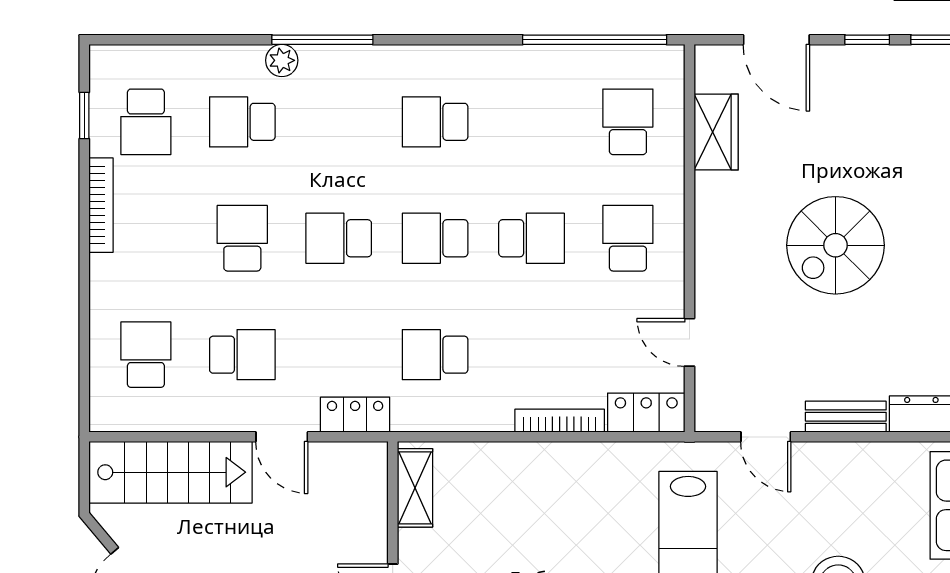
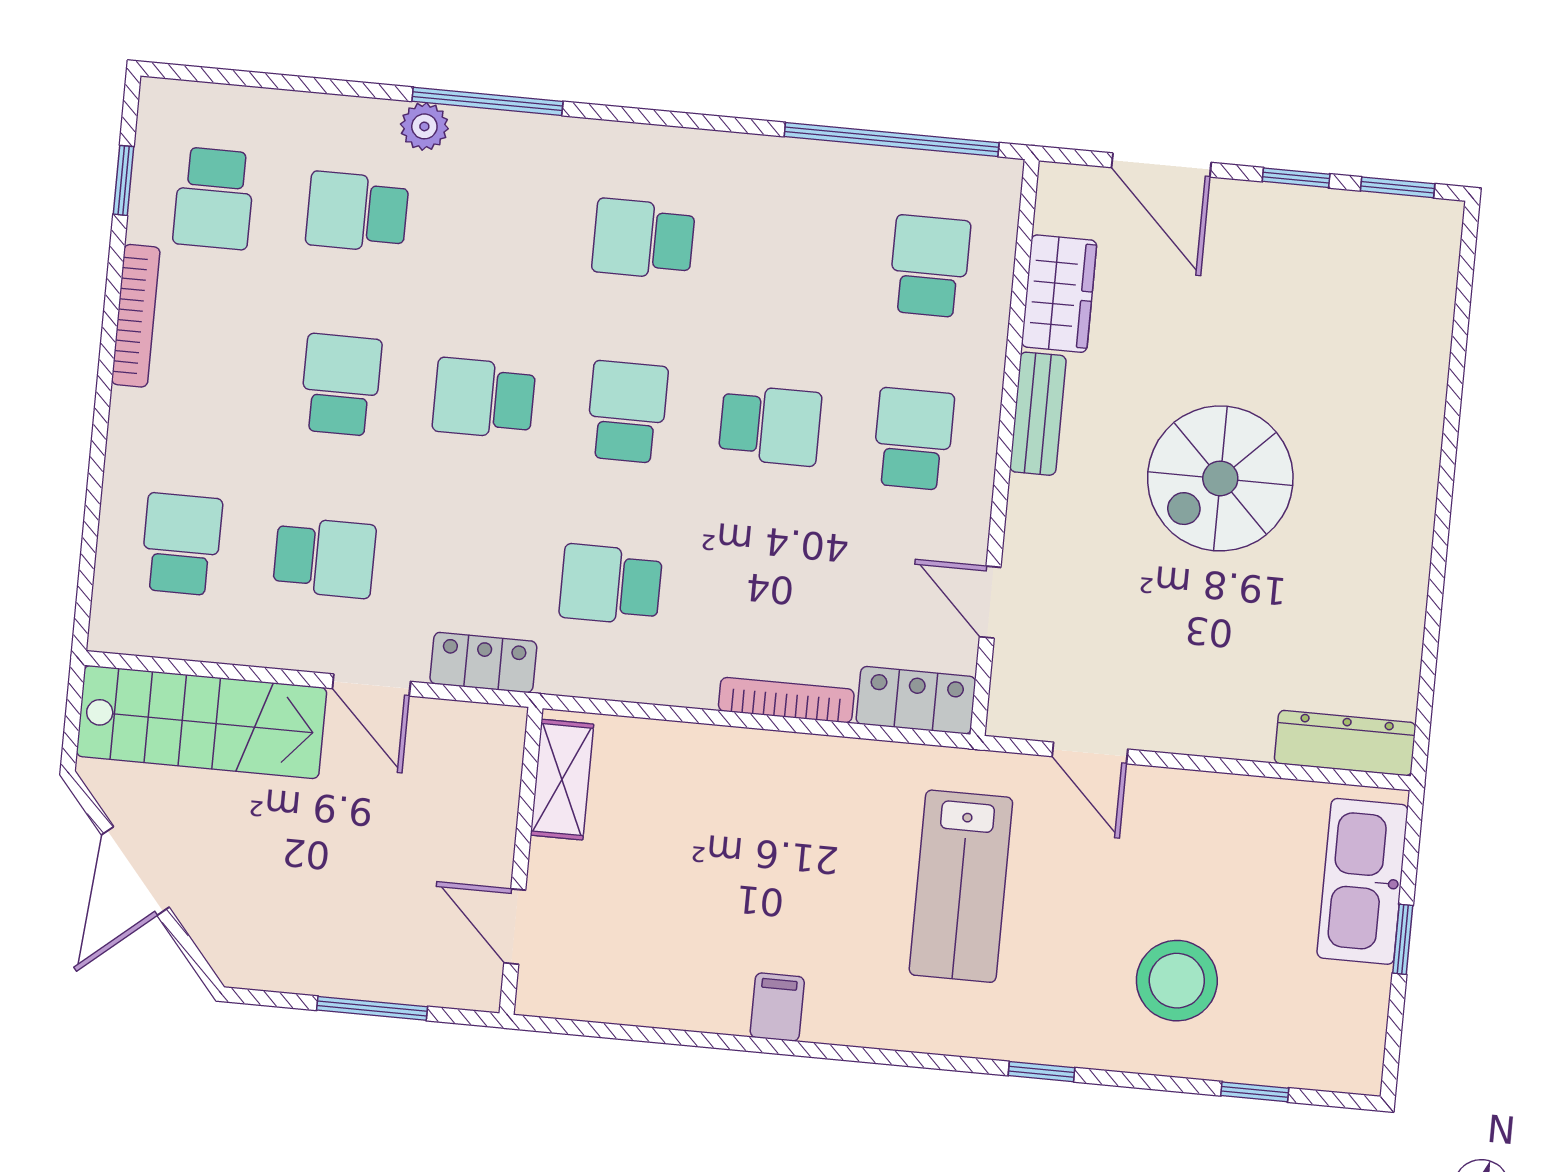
school desk: (435, 238) -> (627, 412), turned 90
bench: (846, 417) -> (1038, 414), moved, turned 90

